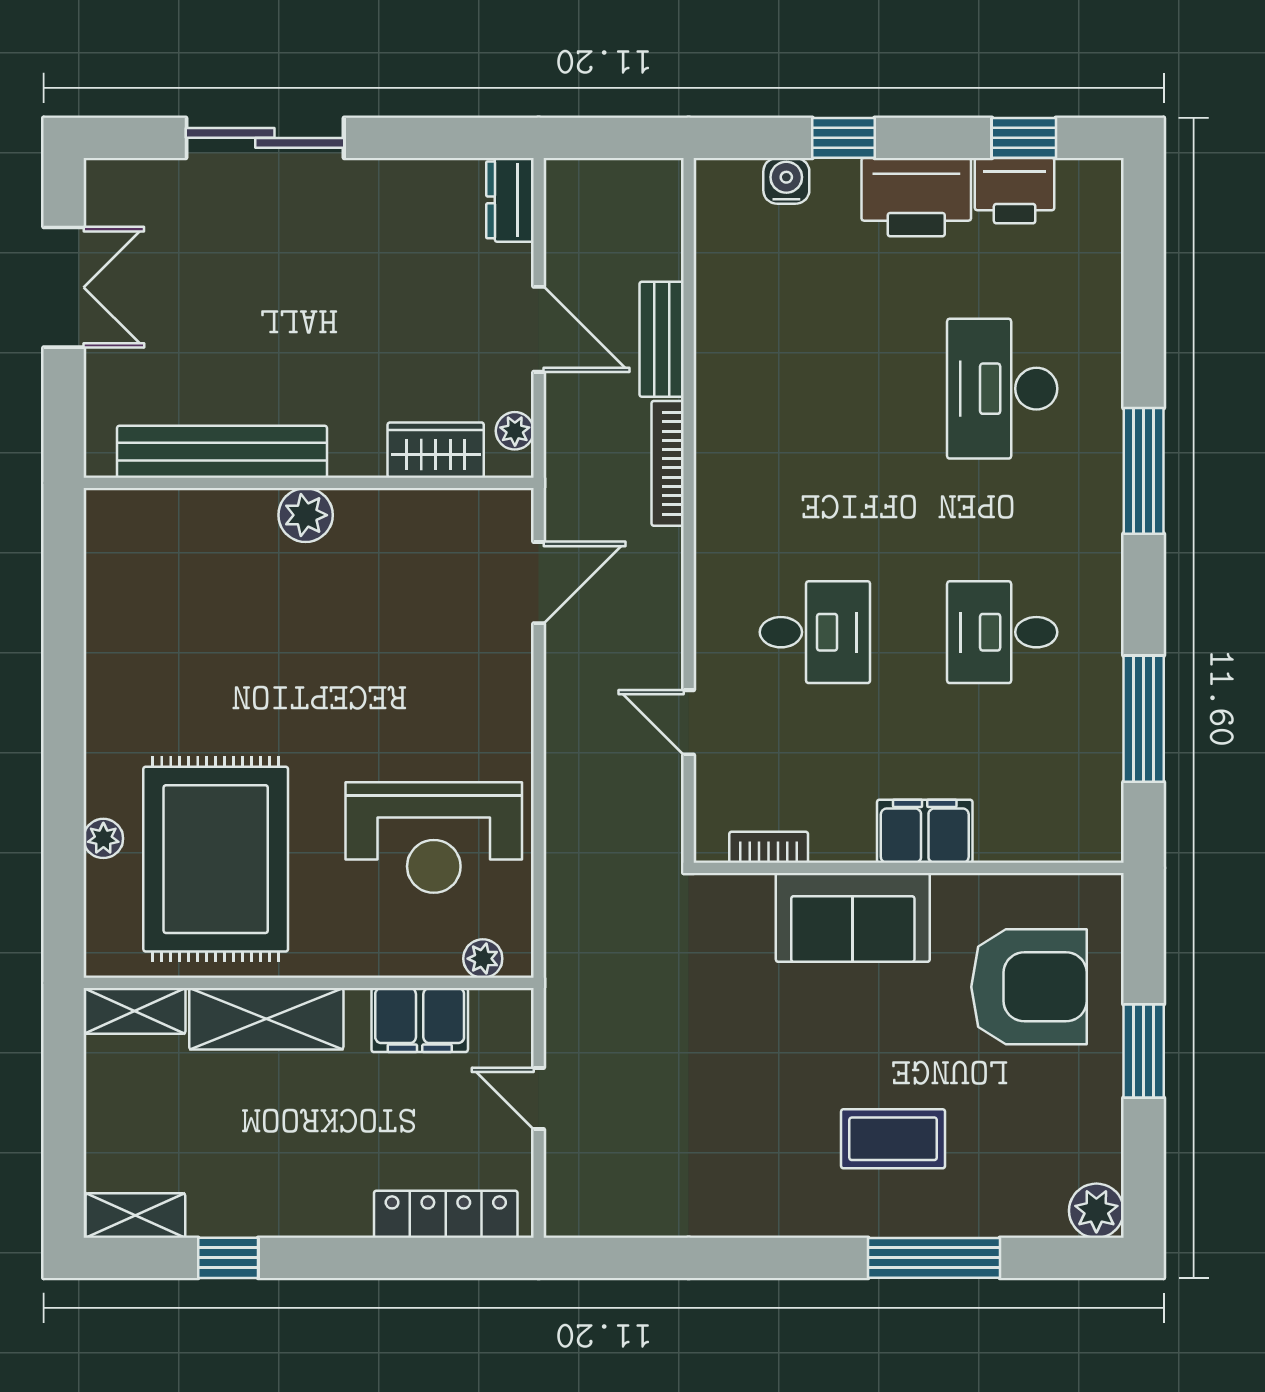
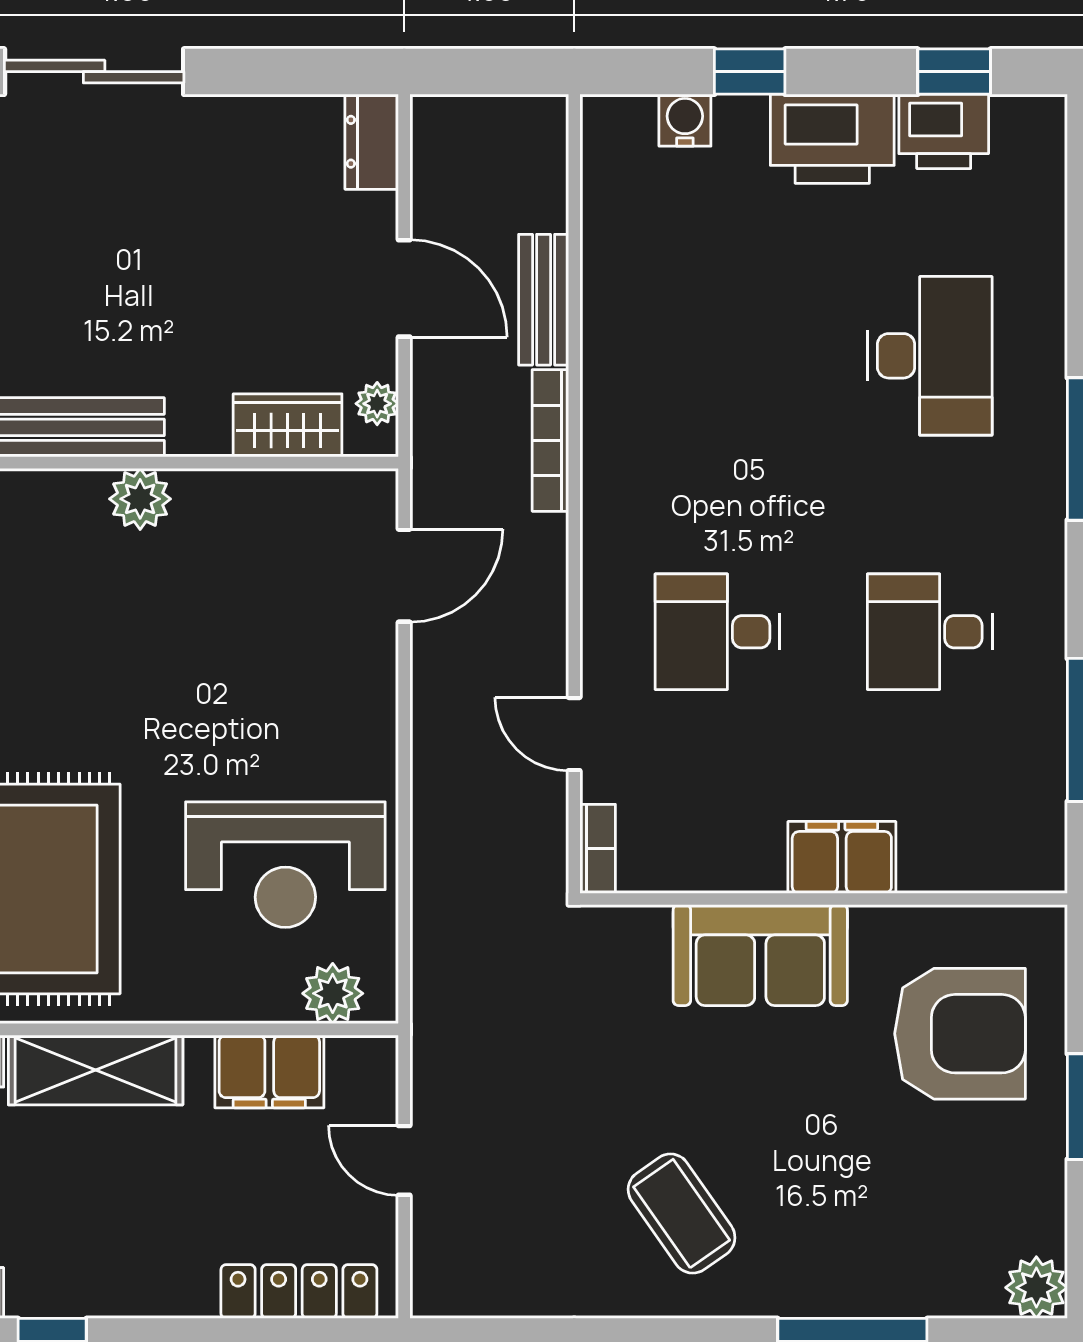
desk: (1002, 389) -> (930, 356), turned 180
desk: (815, 632) -> (717, 632), turned 180
bookcase: (769, 847) -> (598, 849), moved, turned 90
plant: (483, 959) -> (333, 993), width x1.38, depth x1.38
coffee table: (893, 1139) -> (682, 1214), moved, turned 55

